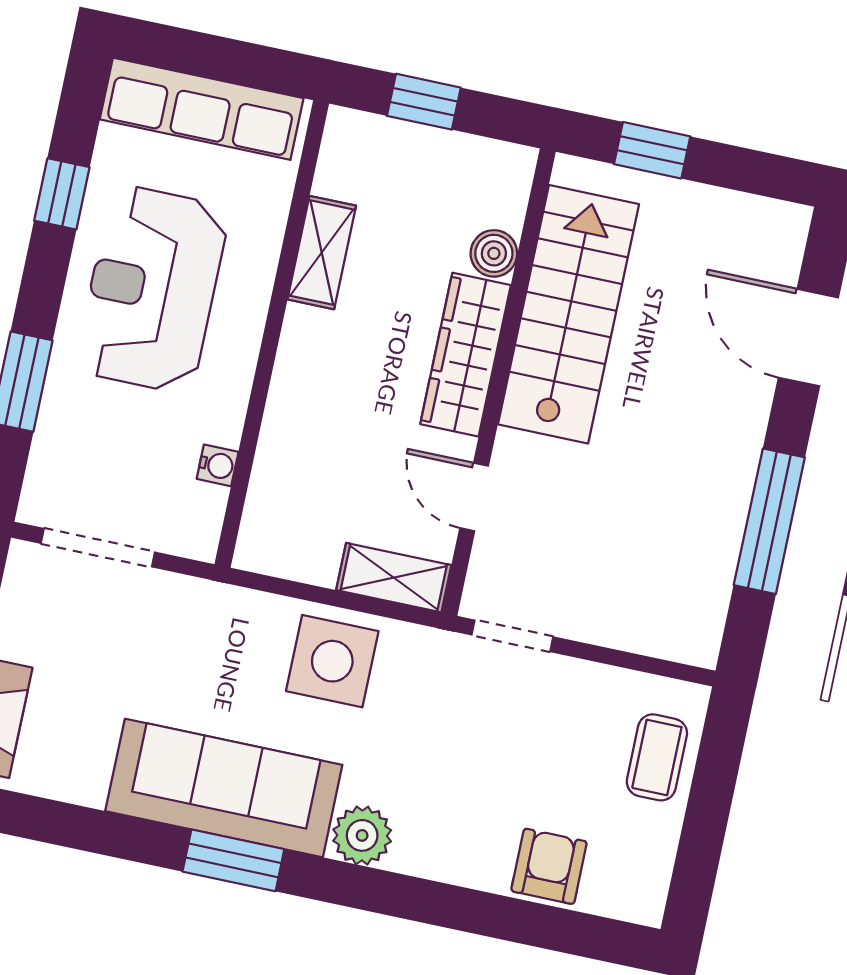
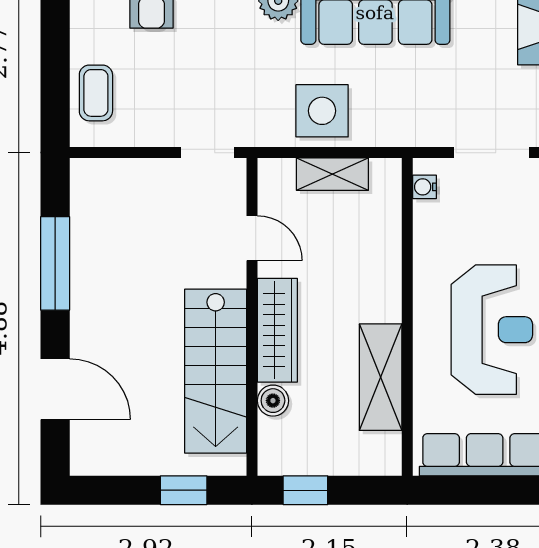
window: (424, 102) -> (305, 490), moved
shelving: (322, 253) -> (381, 377), width x1.50, depth x1.33
water cooler: (218, 465) -> (425, 187), moved
shelving: (394, 578) -> (332, 174), moved

